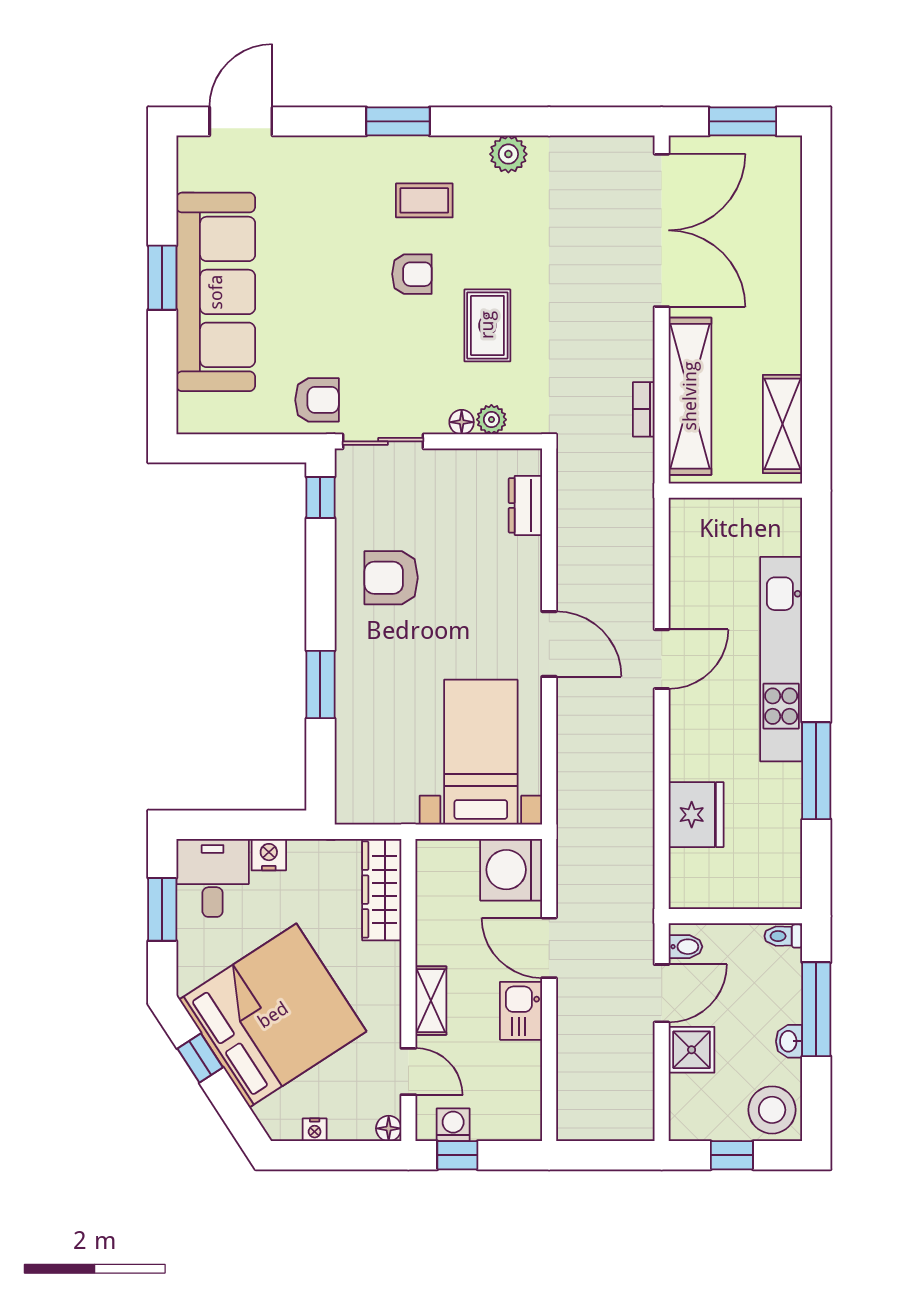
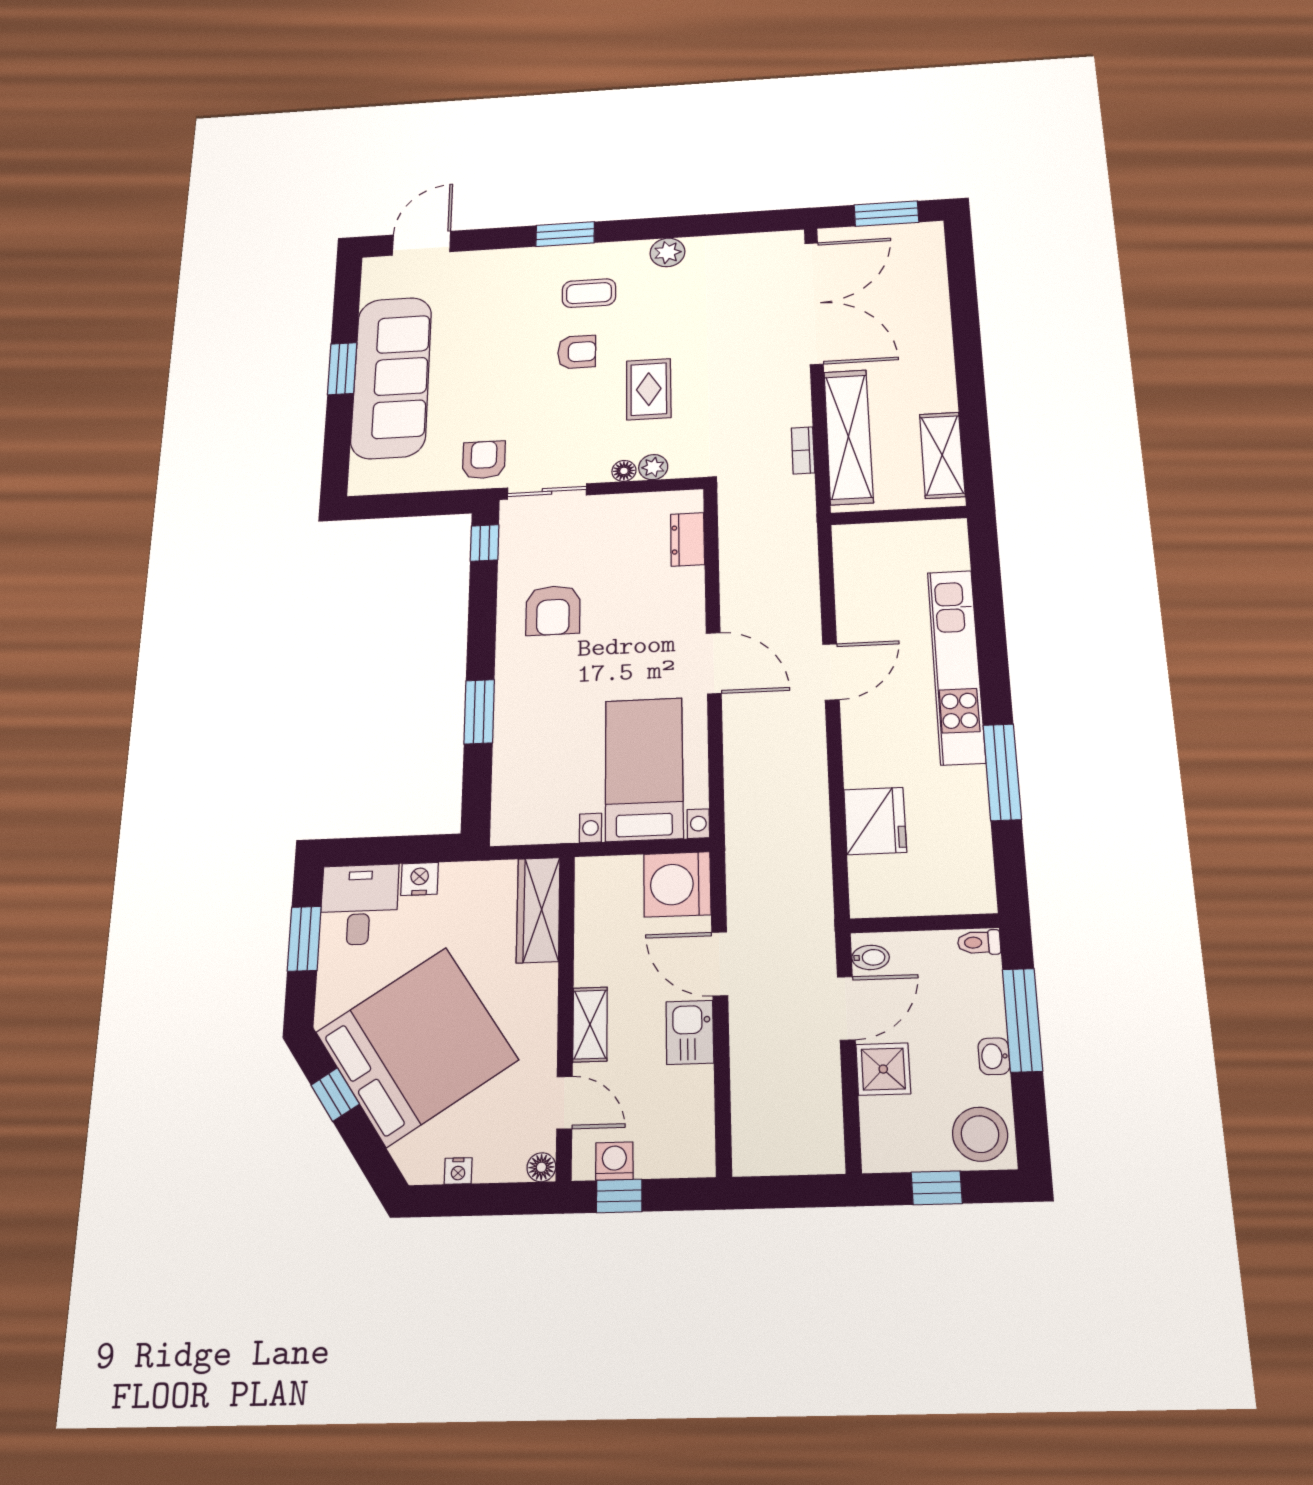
armchair: (317, 400) -> (484, 460), turned -90
armchair: (391, 578) -> (553, 610), turned -90

